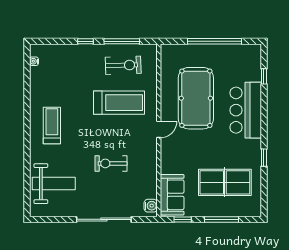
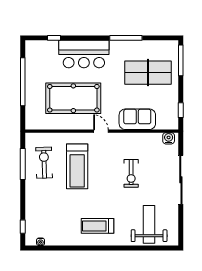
window: (85, 41) -> (23, 227), moved
treadmill: (119, 103) -> (77, 166), turned 180
window: (264, 158) -> (126, 38), width x2.17
table tennis table: (225, 182) -> (148, 73), turned 90
sofa: (172, 195) -> (137, 119), moved
window: (221, 219) -> (181, 60), moved

